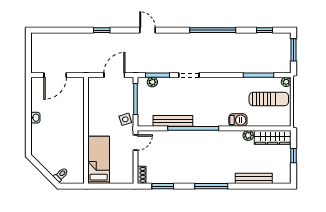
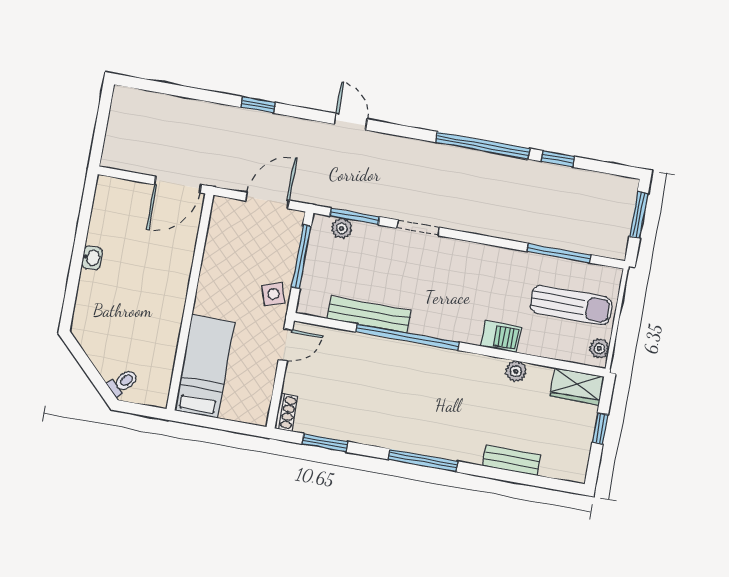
window: (265, 30) -> (558, 159), moved
door: (55, 75) -> (178, 185), moved
plant: (286, 82) -> (599, 348), moved
wardrobe: (273, 137) -> (577, 386), width x0.67
bench: (254, 178) -> (512, 460), width x0.73

